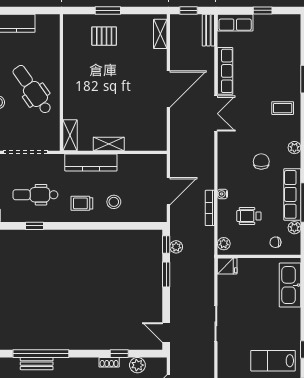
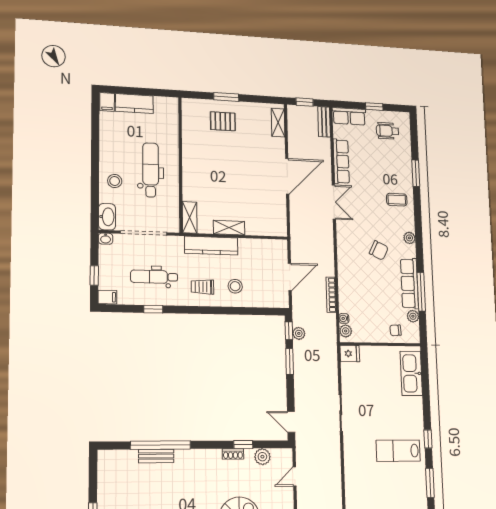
dental chair: (32, 90) -> (151, 170), turned 35
chair: (261, 161) -> (379, 250), turned 116
water cooler: (222, 194) -> (344, 318), moved
wheelchair: (249, 216) -> (388, 131), moved

